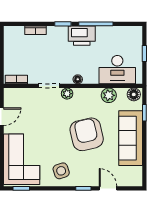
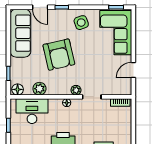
sofa: (131, 138) -> (20, 33), moved

